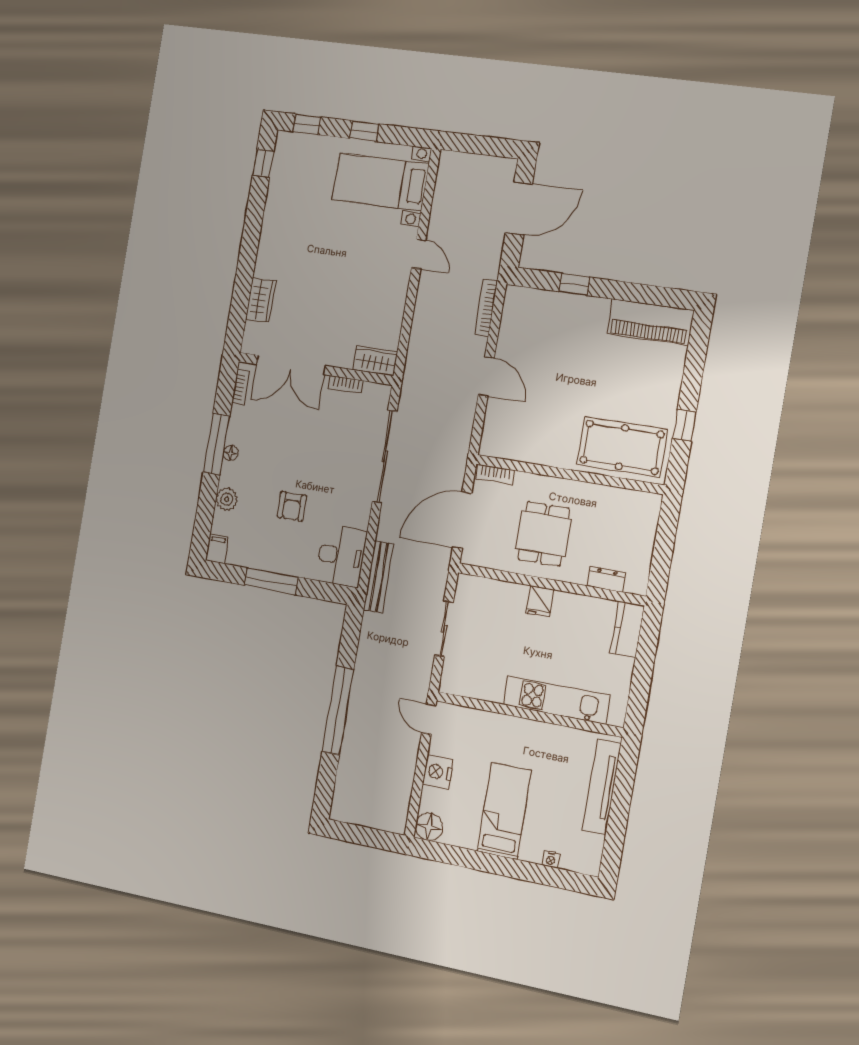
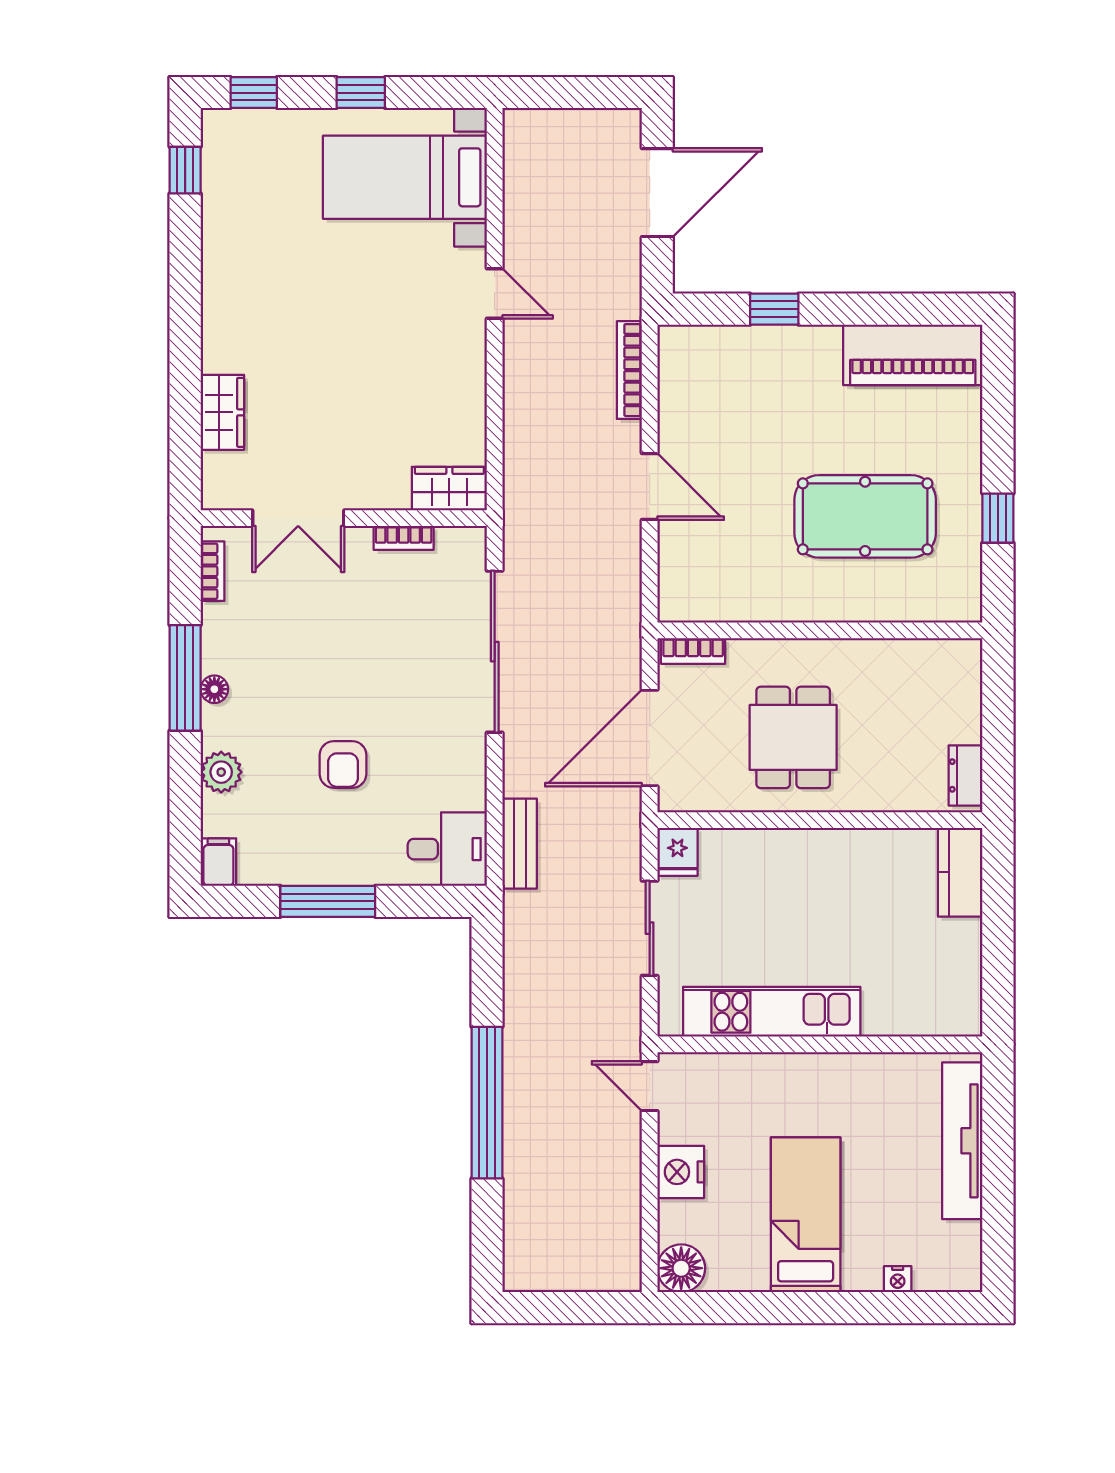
double door: (291, 365) -> (298, 518), width x0.73
pool table: (622, 447) -> (865, 516), moved
desk: (341, 556) -> (447, 849), width x0.73
bench: (379, 577) -> (520, 844), width x0.73
dresser: (606, 579) -> (965, 775), moved, turned -90
fridge: (540, 601) -> (677, 852), moved
kitchen unit: (556, 700) -> (772, 1012), moved

